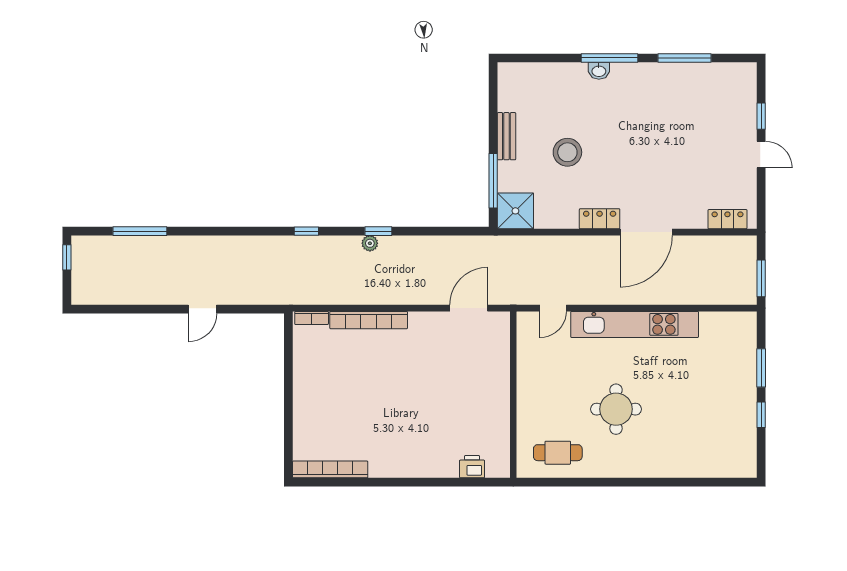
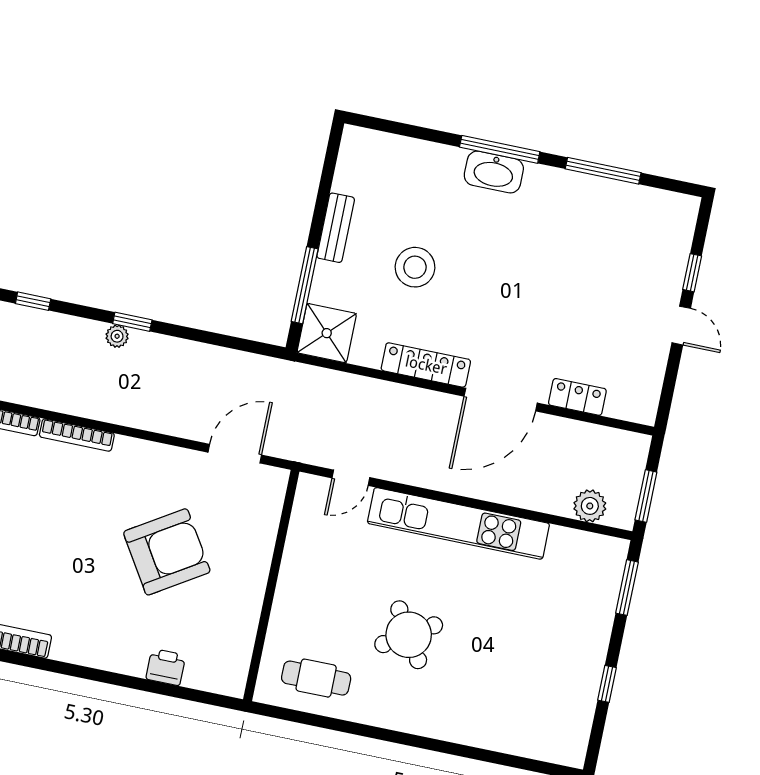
washbasin: (599, 71) -> (494, 172), width x1.91, depth x1.45
locker: (600, 219) -> (426, 365), width x1.53
locker: (727, 219) -> (577, 397), moved
plant: (724, 293) -> (590, 506), added
bookcase: (369, 320) -> (77, 435), width x0.68, depth x0.76
window: (761, 368) -> (627, 588), moved
armchair: (436, 386) -> (167, 552), added
round table: (616, 409) -> (409, 635), turned -32
printer: (472, 467) -> (166, 667), moved

